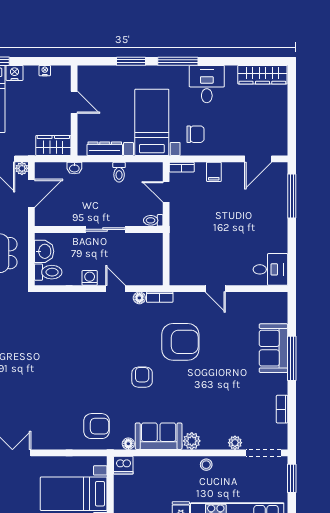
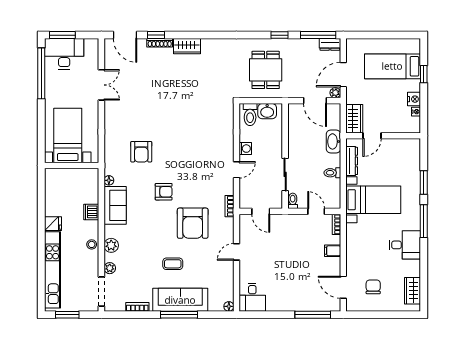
nightstand: (15, 73) -> (414, 99), moved
wardrobe: (262, 75) -> (412, 291), width x0.67
door: (74, 102) -> (372, 136), moved
chair: (195, 134) -> (373, 287), moved, turned 180
washbasin: (74, 168) -> (333, 141), width x1.91, depth x1.45
door: (166, 192) -> (316, 211), hinge flipped
sliding door: (105, 229) -> (285, 174), moved
door: (166, 259) -> (261, 211), added
floor lamp: (139, 298) -> (229, 306), moved
sofa: (273, 348) -> (180, 300), width x1.36
coffee table: (230, 366) -> (173, 264), added
armchair: (97, 426) -> (141, 152), moved
plant: (192, 441) -> (111, 245), moved
dishwasher: (123, 465) -> (91, 212), moved
window: (292, 478) -> (67, 315), moved

